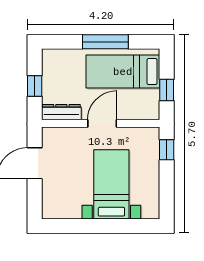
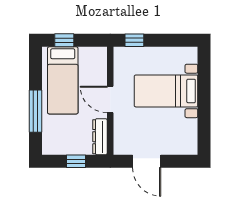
window: (105, 42) -> (35, 111), moved
window: (167, 90) -> (64, 40), moved

